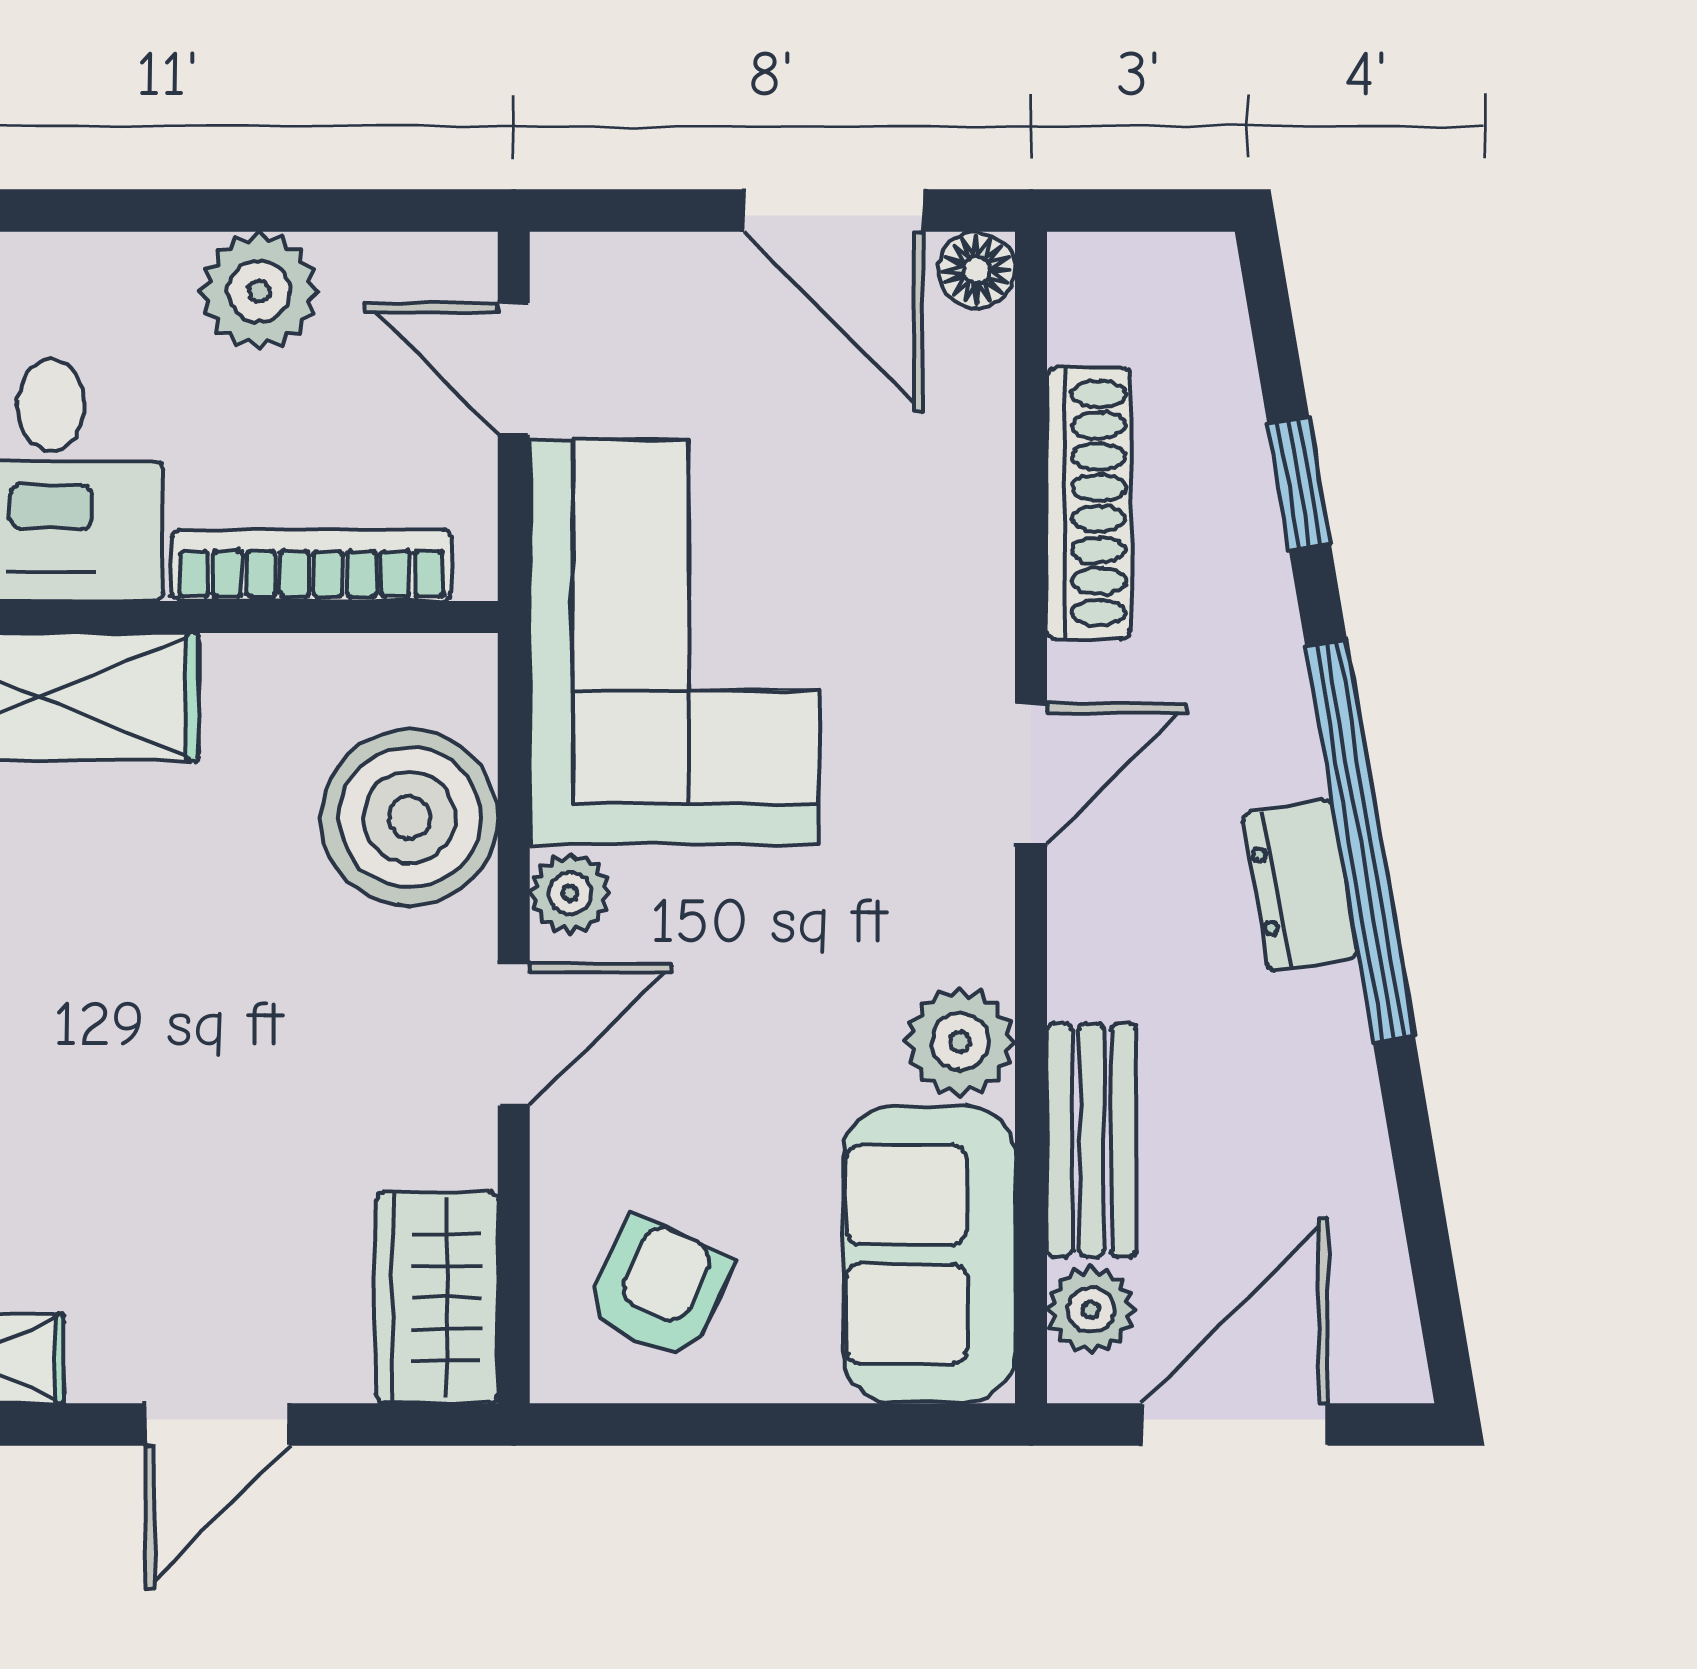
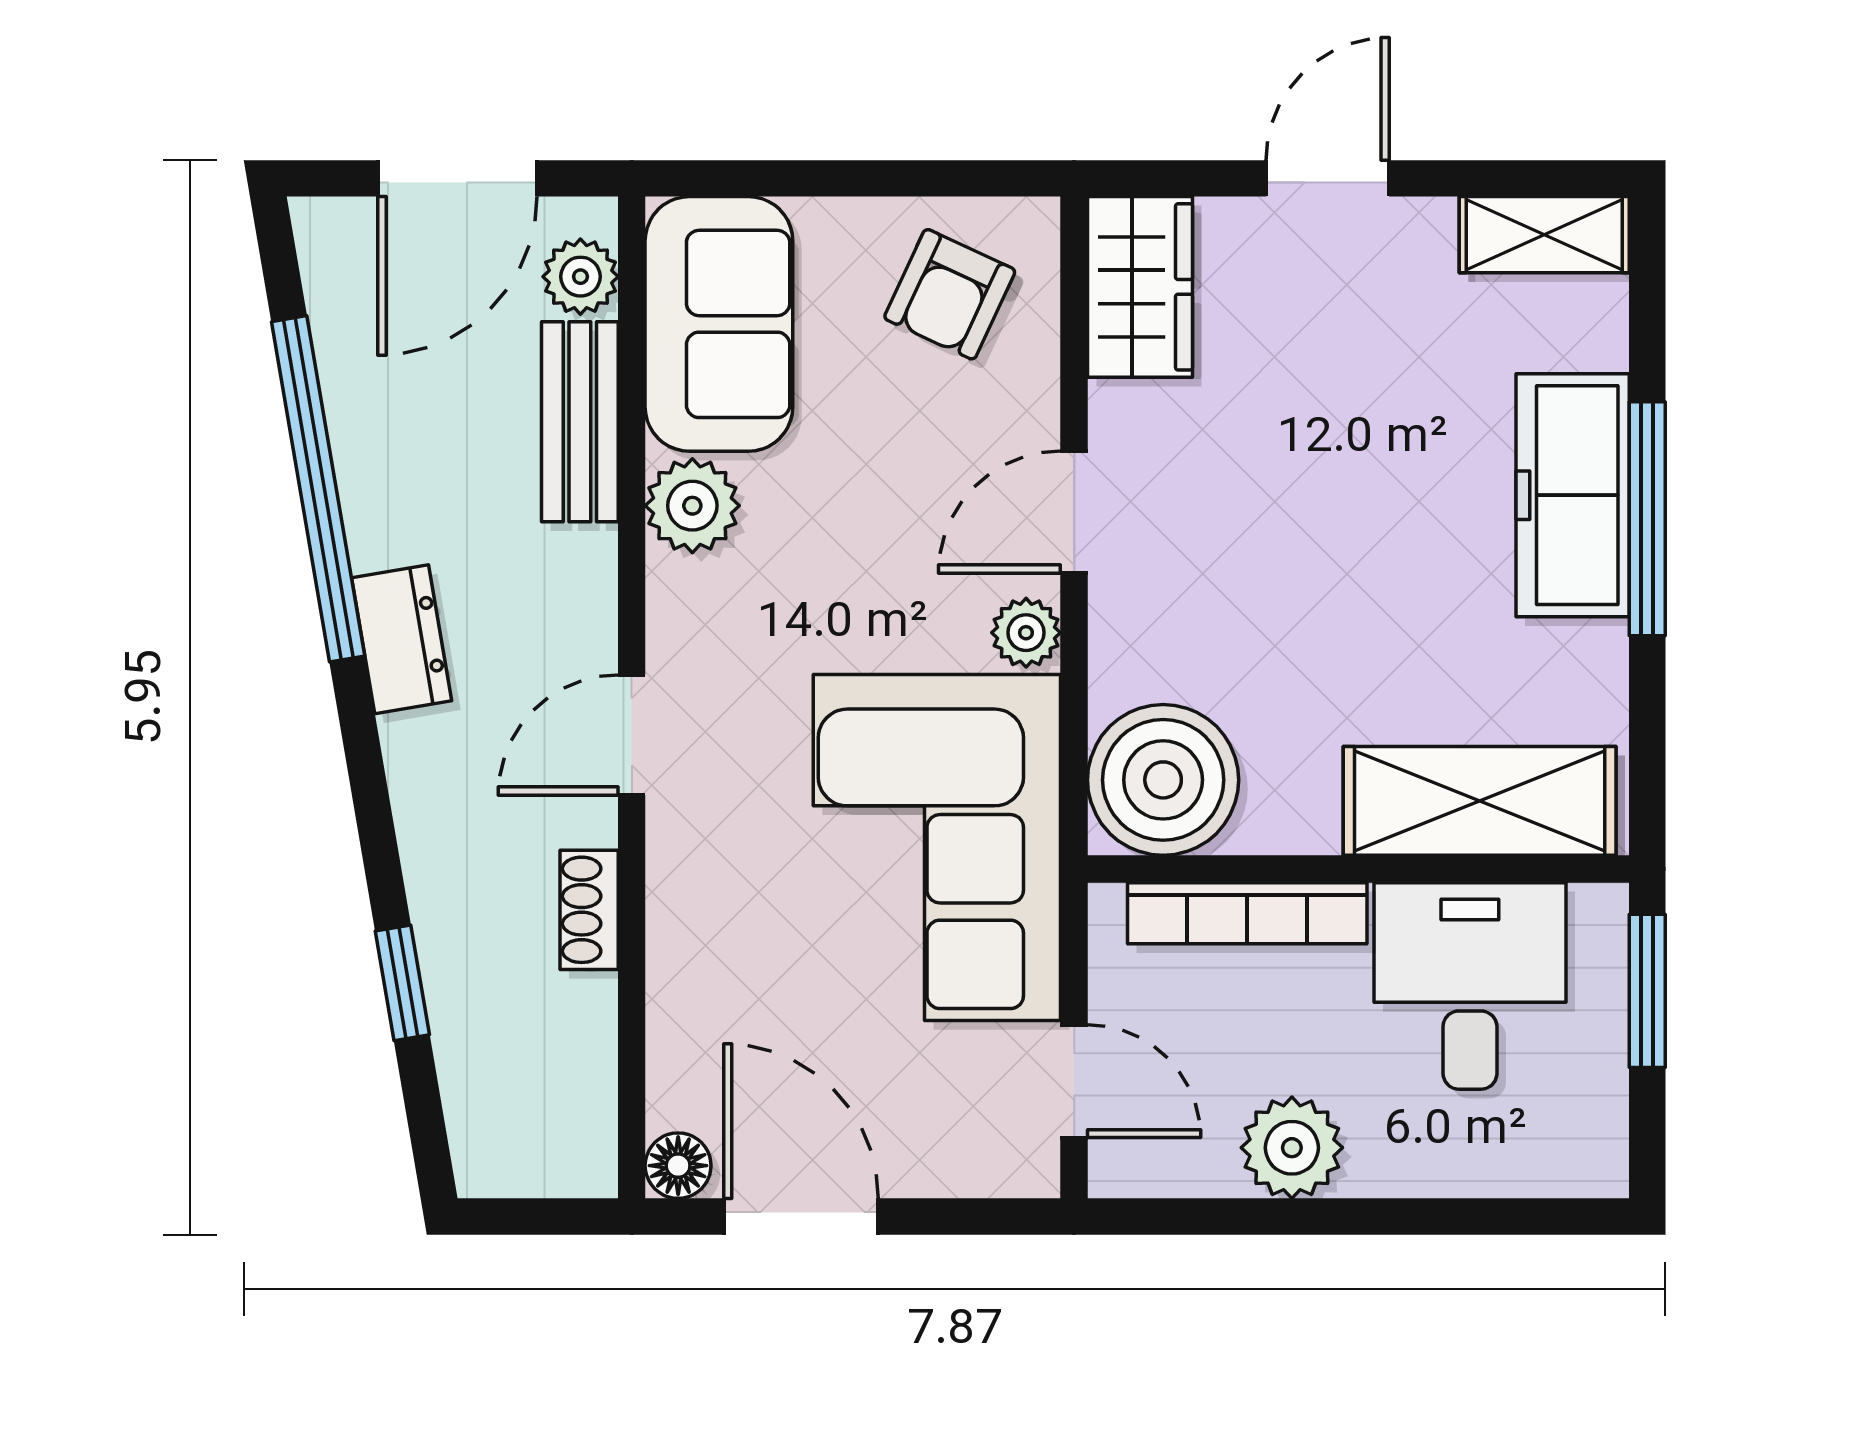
shoe rack: (1089, 503) -> (589, 910), width x0.51, depth x0.81
boiler: (410, 817) -> (1163, 780), moved
window: (1360, 841) -> (318, 489), moved

